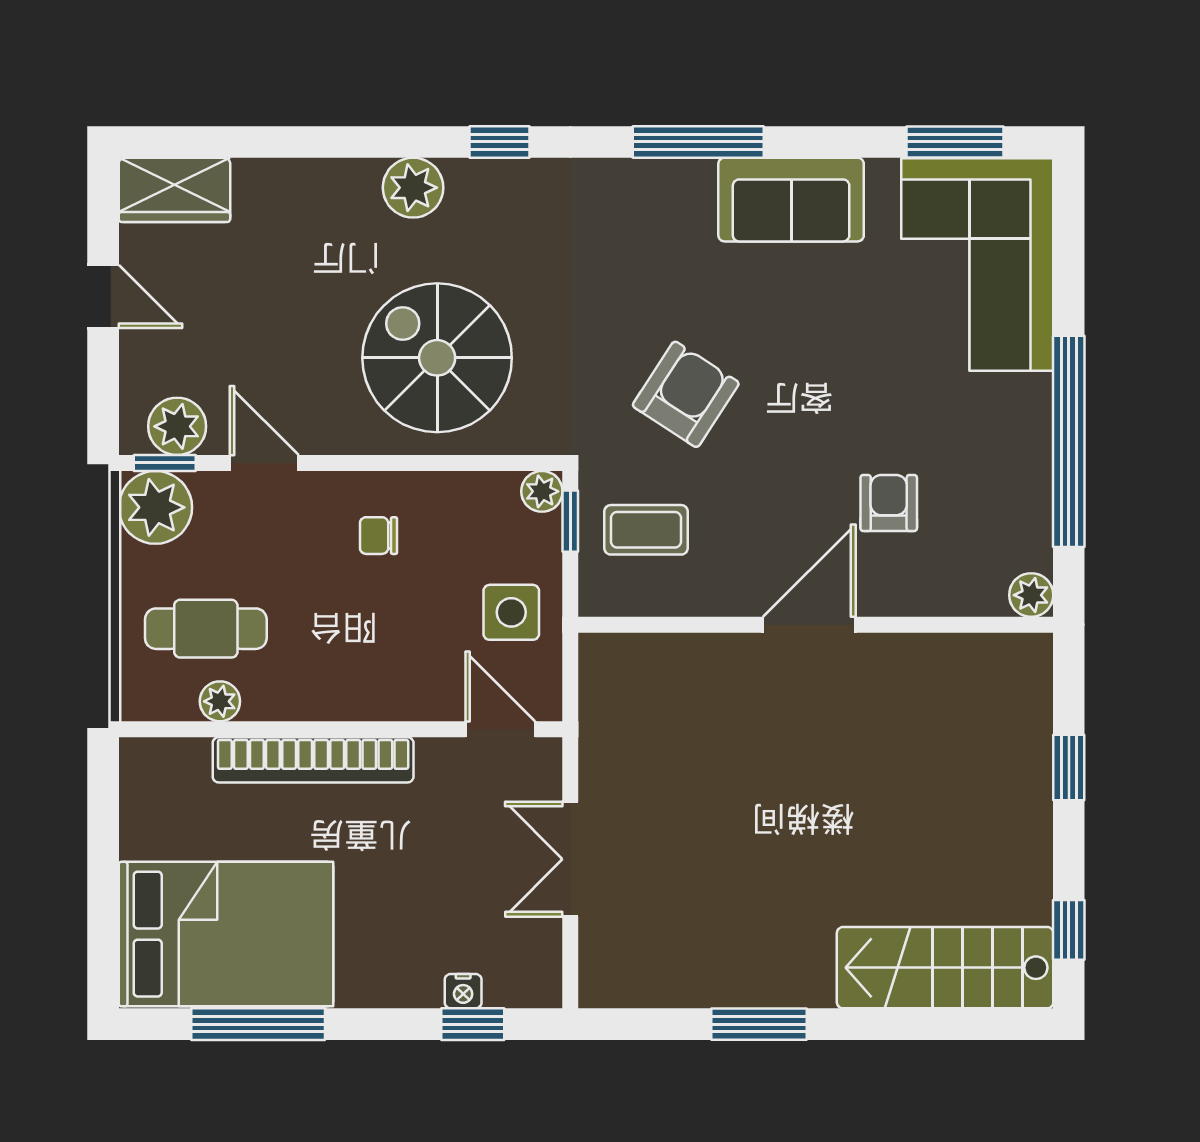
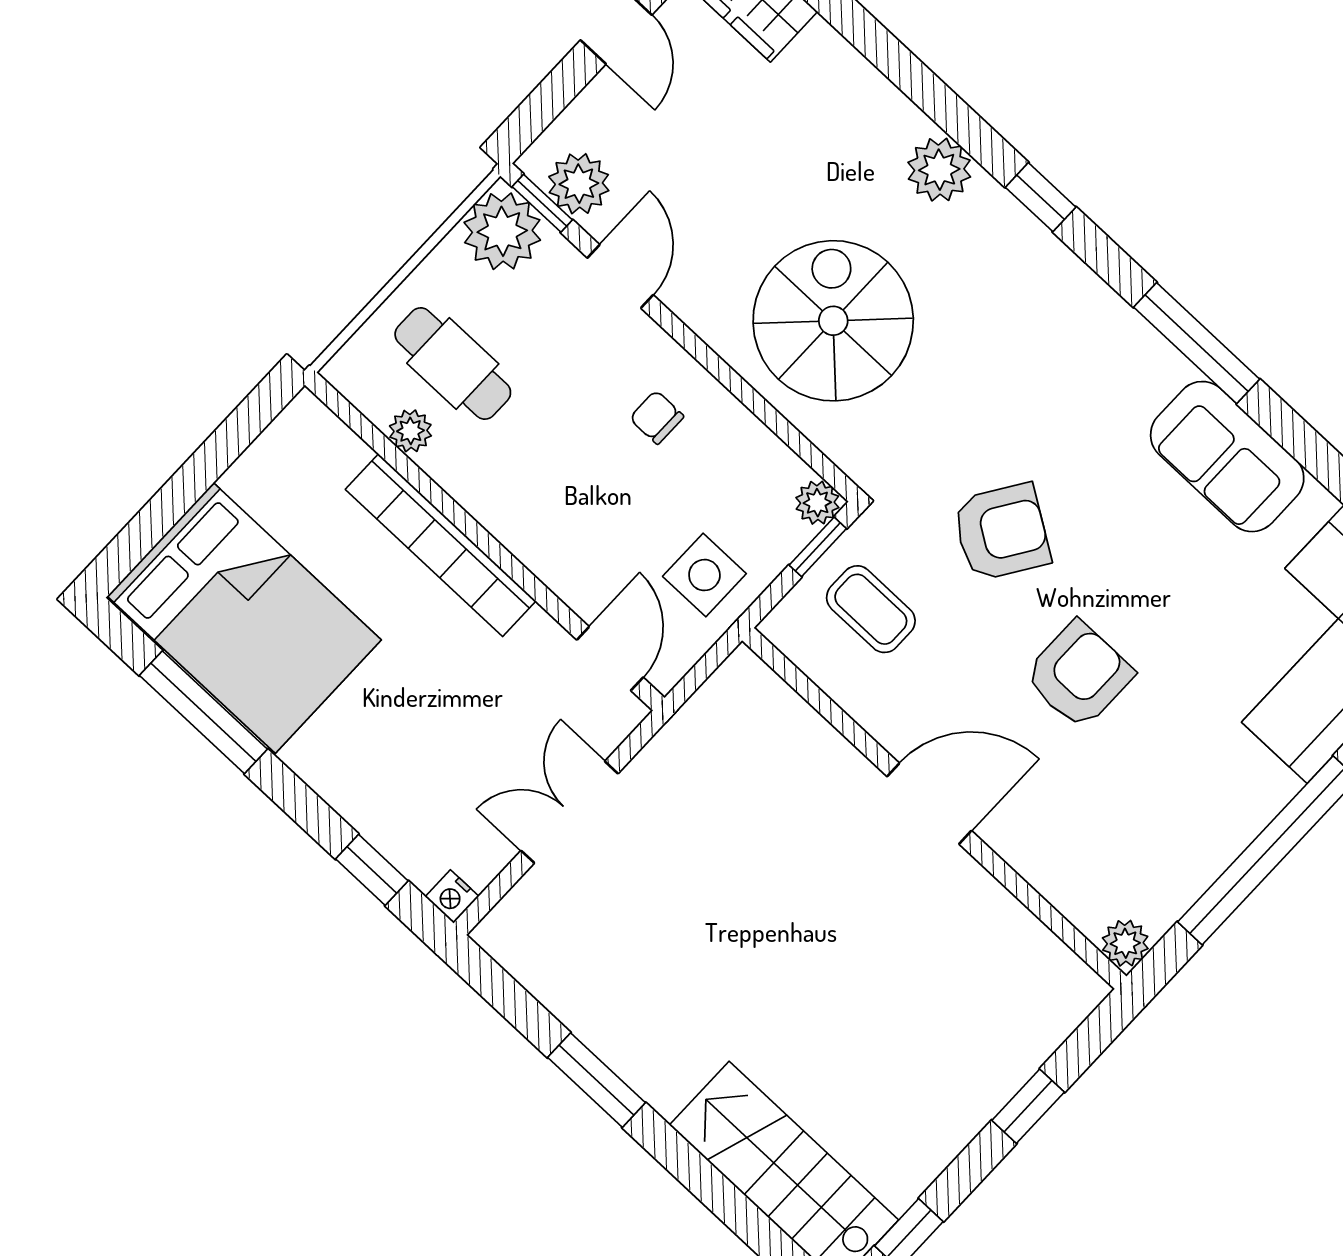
armchair: (889, 503) -> (1079, 675), moved, width x1.38, depth x1.38
nightstand: (463, 991) -> (452, 897), moved

